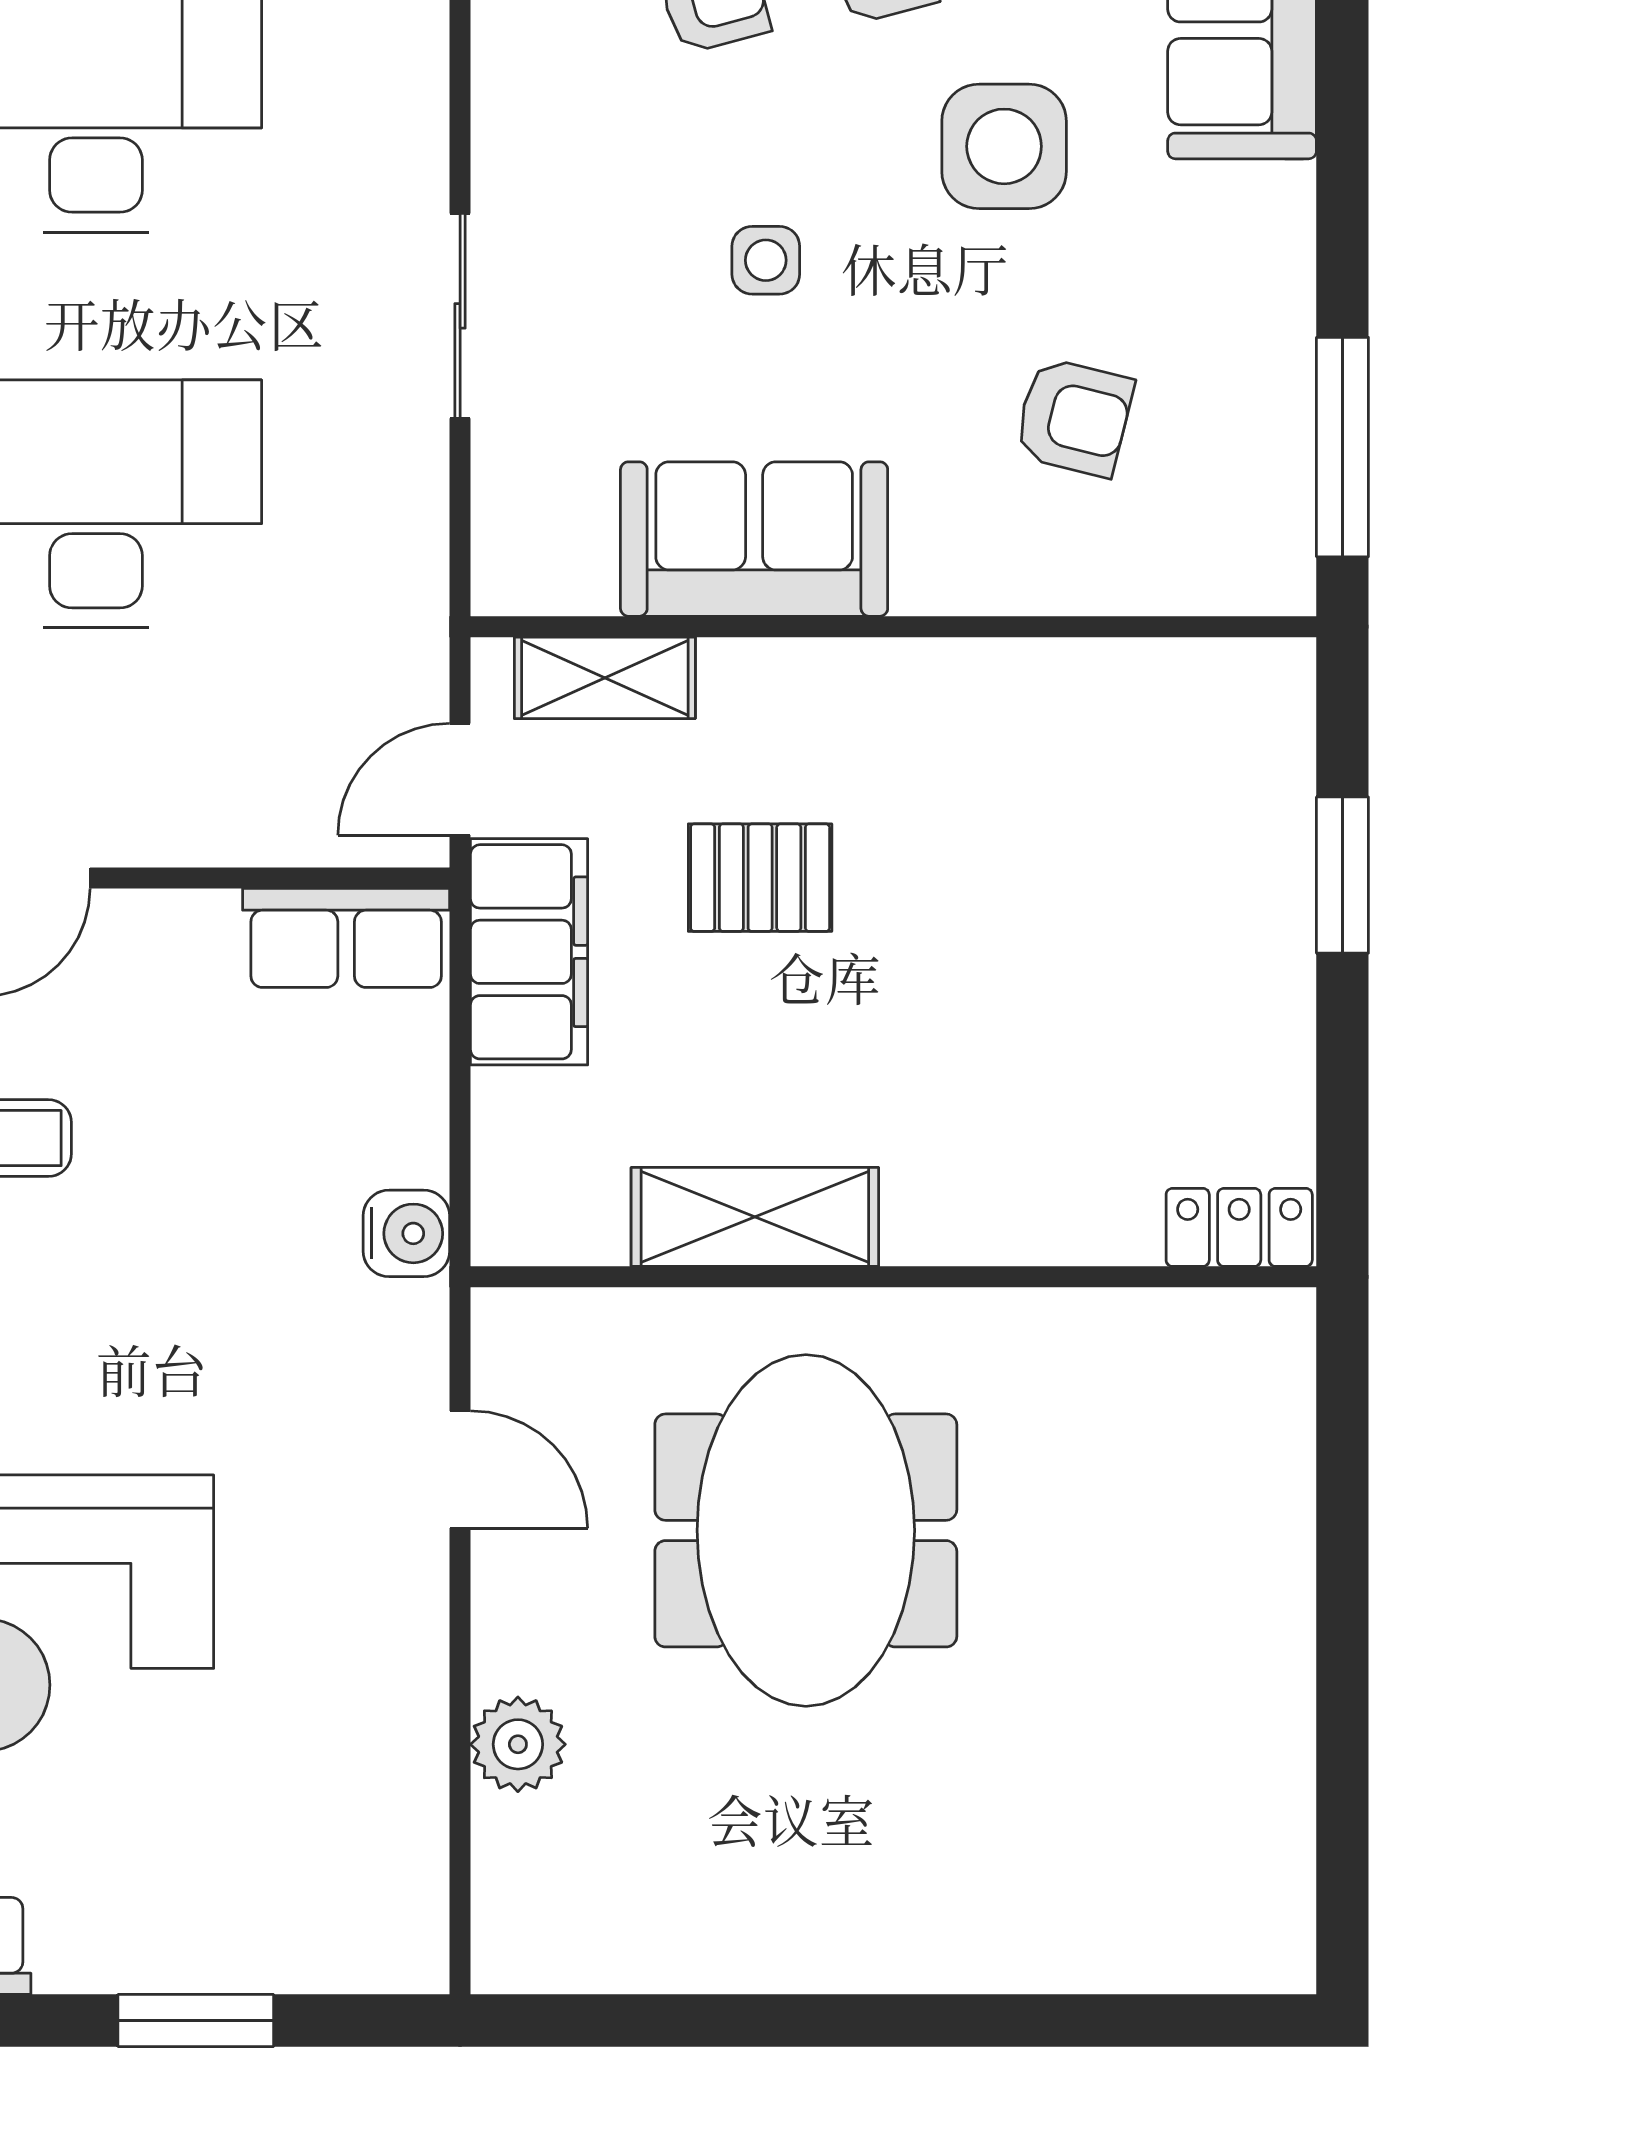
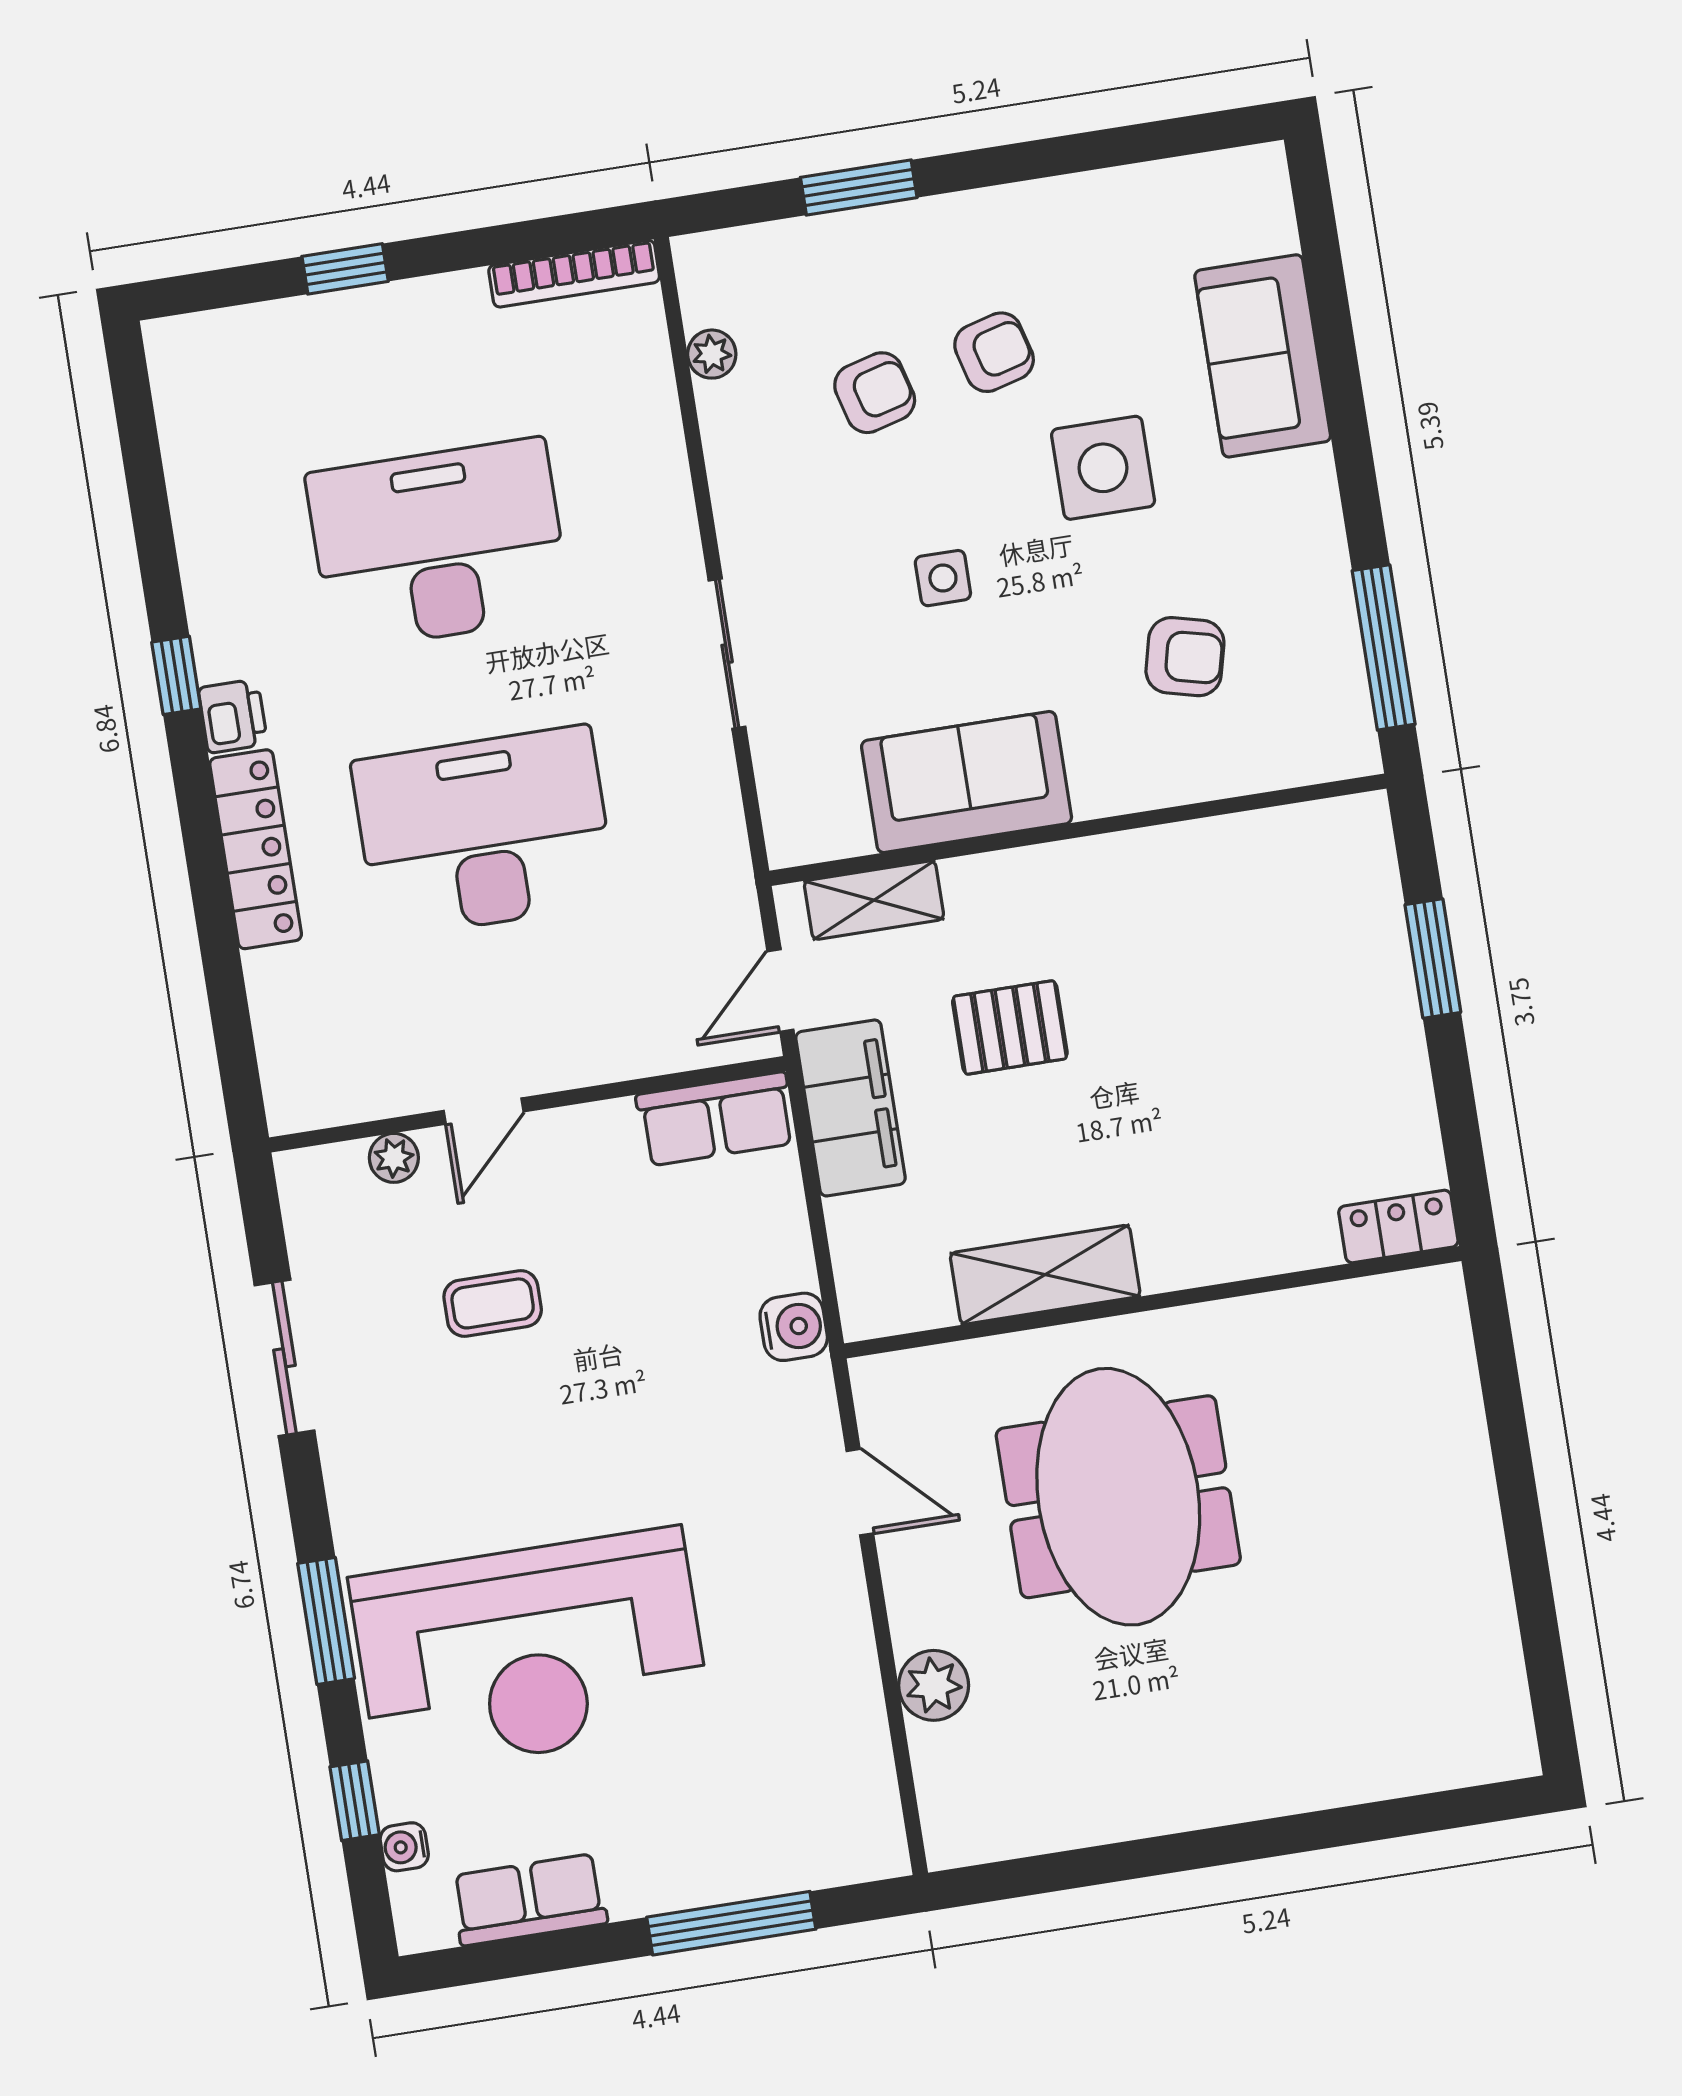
window: (196, 2020) -> (731, 1923), width x1.44

